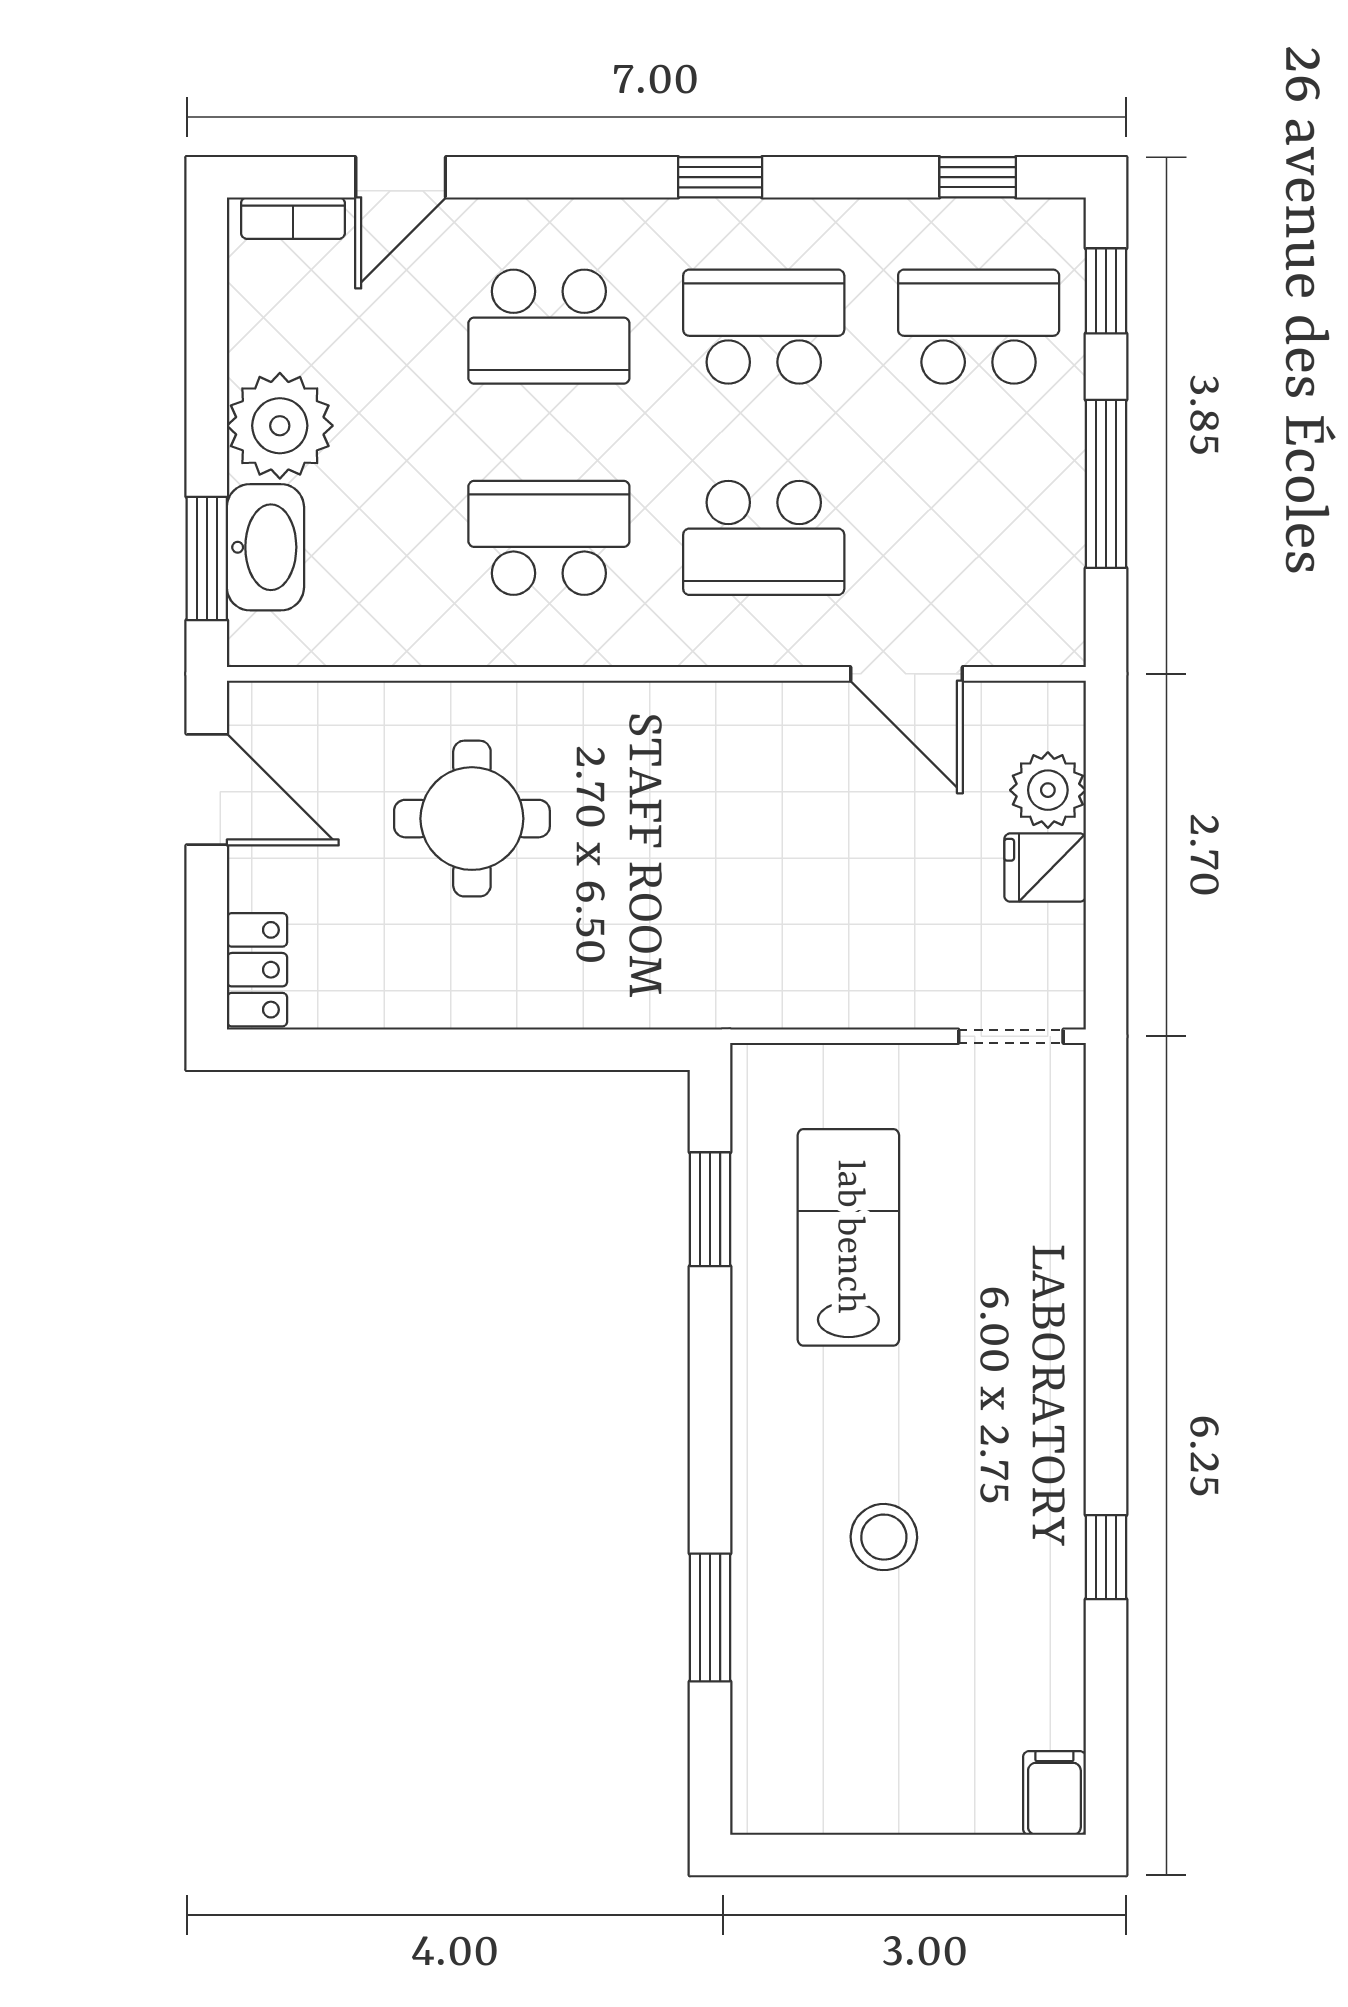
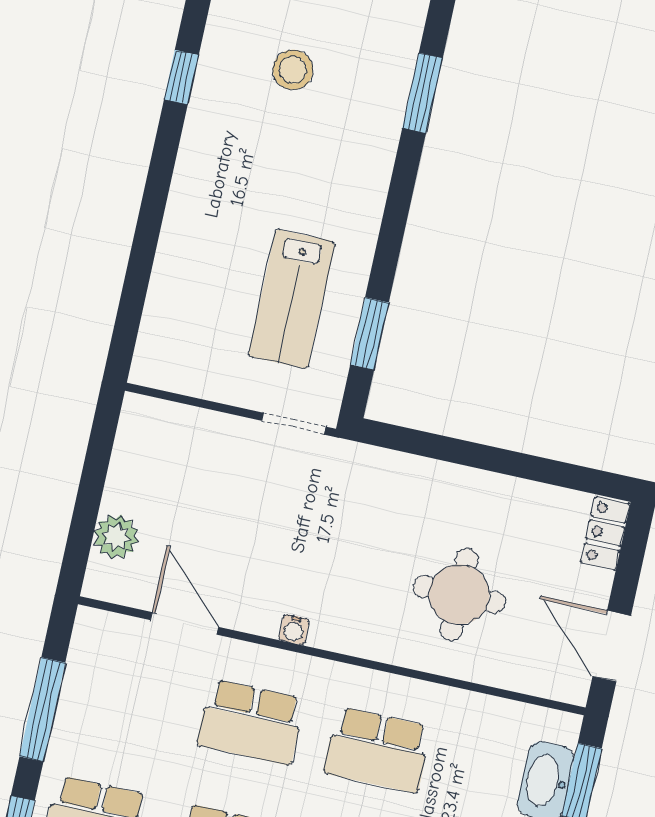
school desk: (764, 538) -> (251, 722), turned 180
water cooler: (727, 703) -> (294, 630), added
fridge: (1045, 868) -> (128, 491), removed
doorway: (1011, 1036) -> (294, 424), moved
stool: (884, 1537) -> (293, 70), moved

